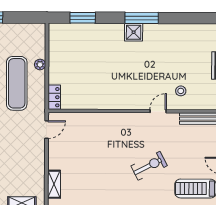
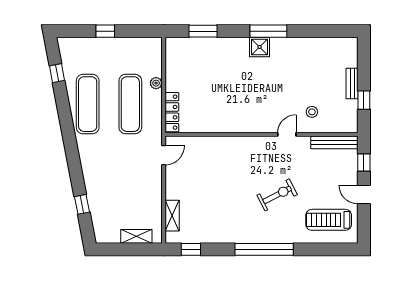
locker: (54, 97) -> (172, 112), width x1.53

